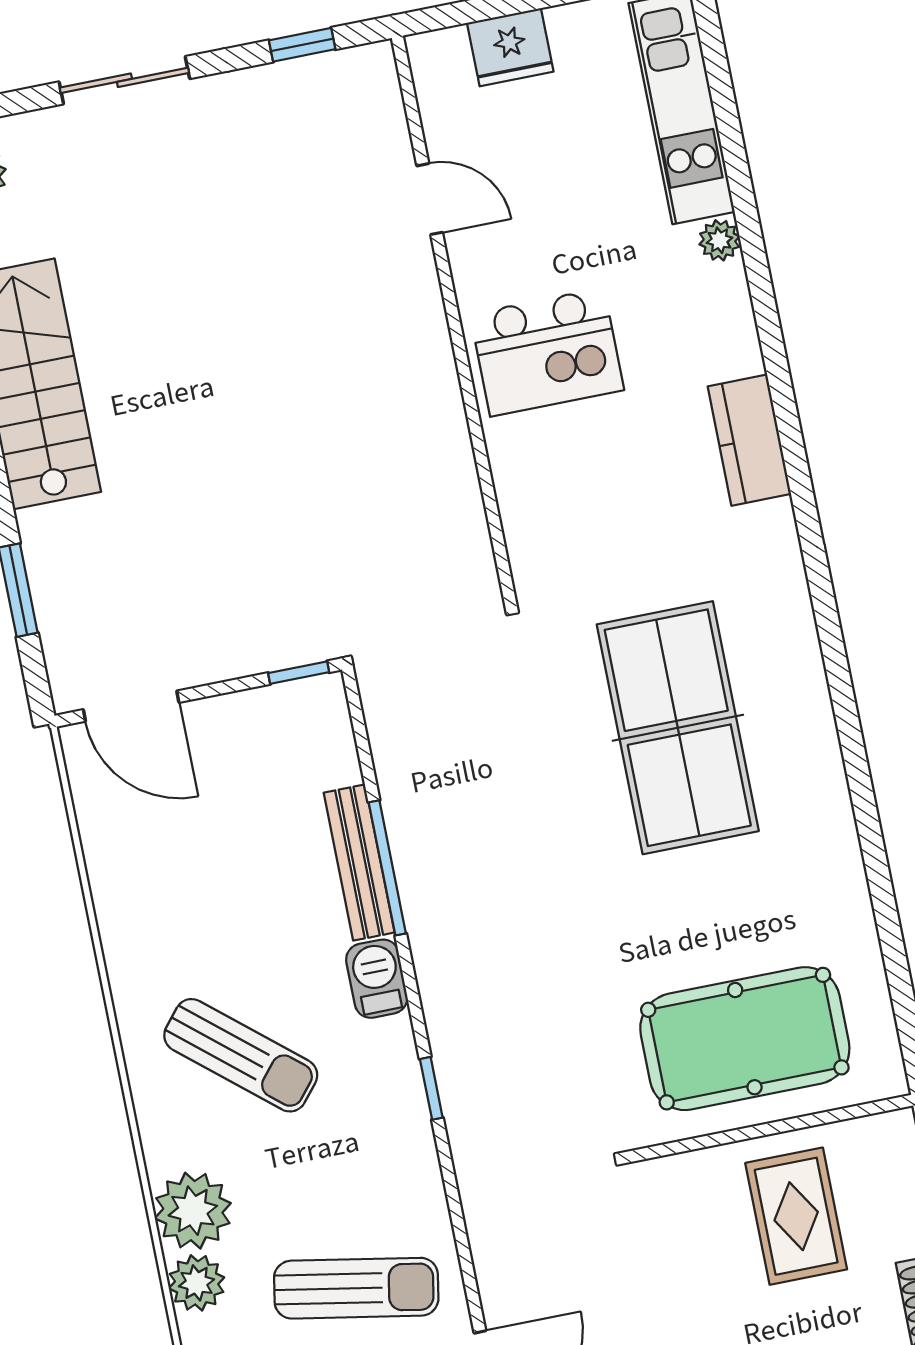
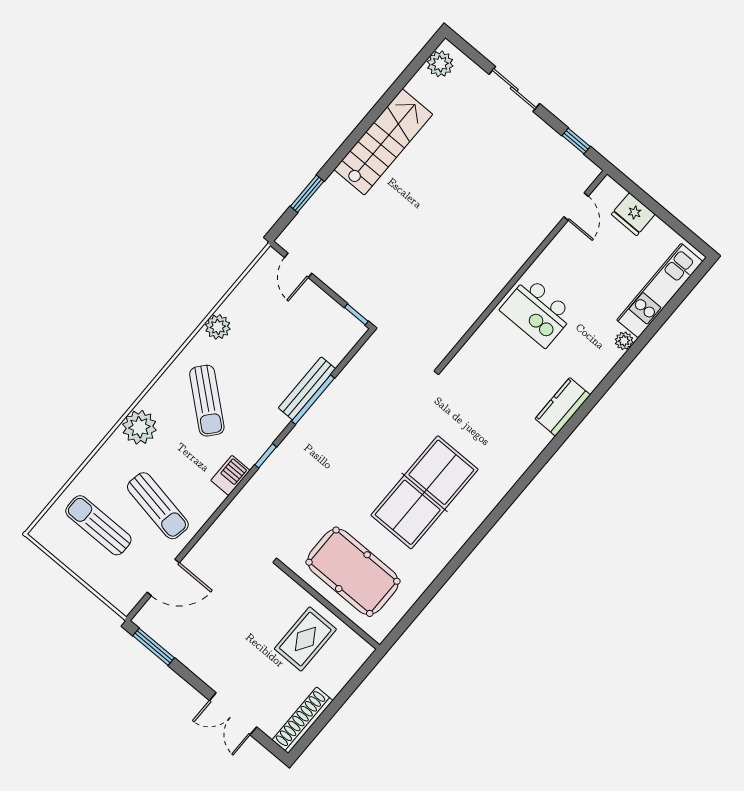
door: (430, 199) -> (576, 207), moved
door: (131, 706) -> (298, 265), width x0.73
table tennis table: (678, 728) -> (425, 492), moved
barbecue: (377, 979) -> (230, 475), moved
window: (431, 1088) -> (266, 456), moved
plant: (197, 1283) -> (218, 327), moved

